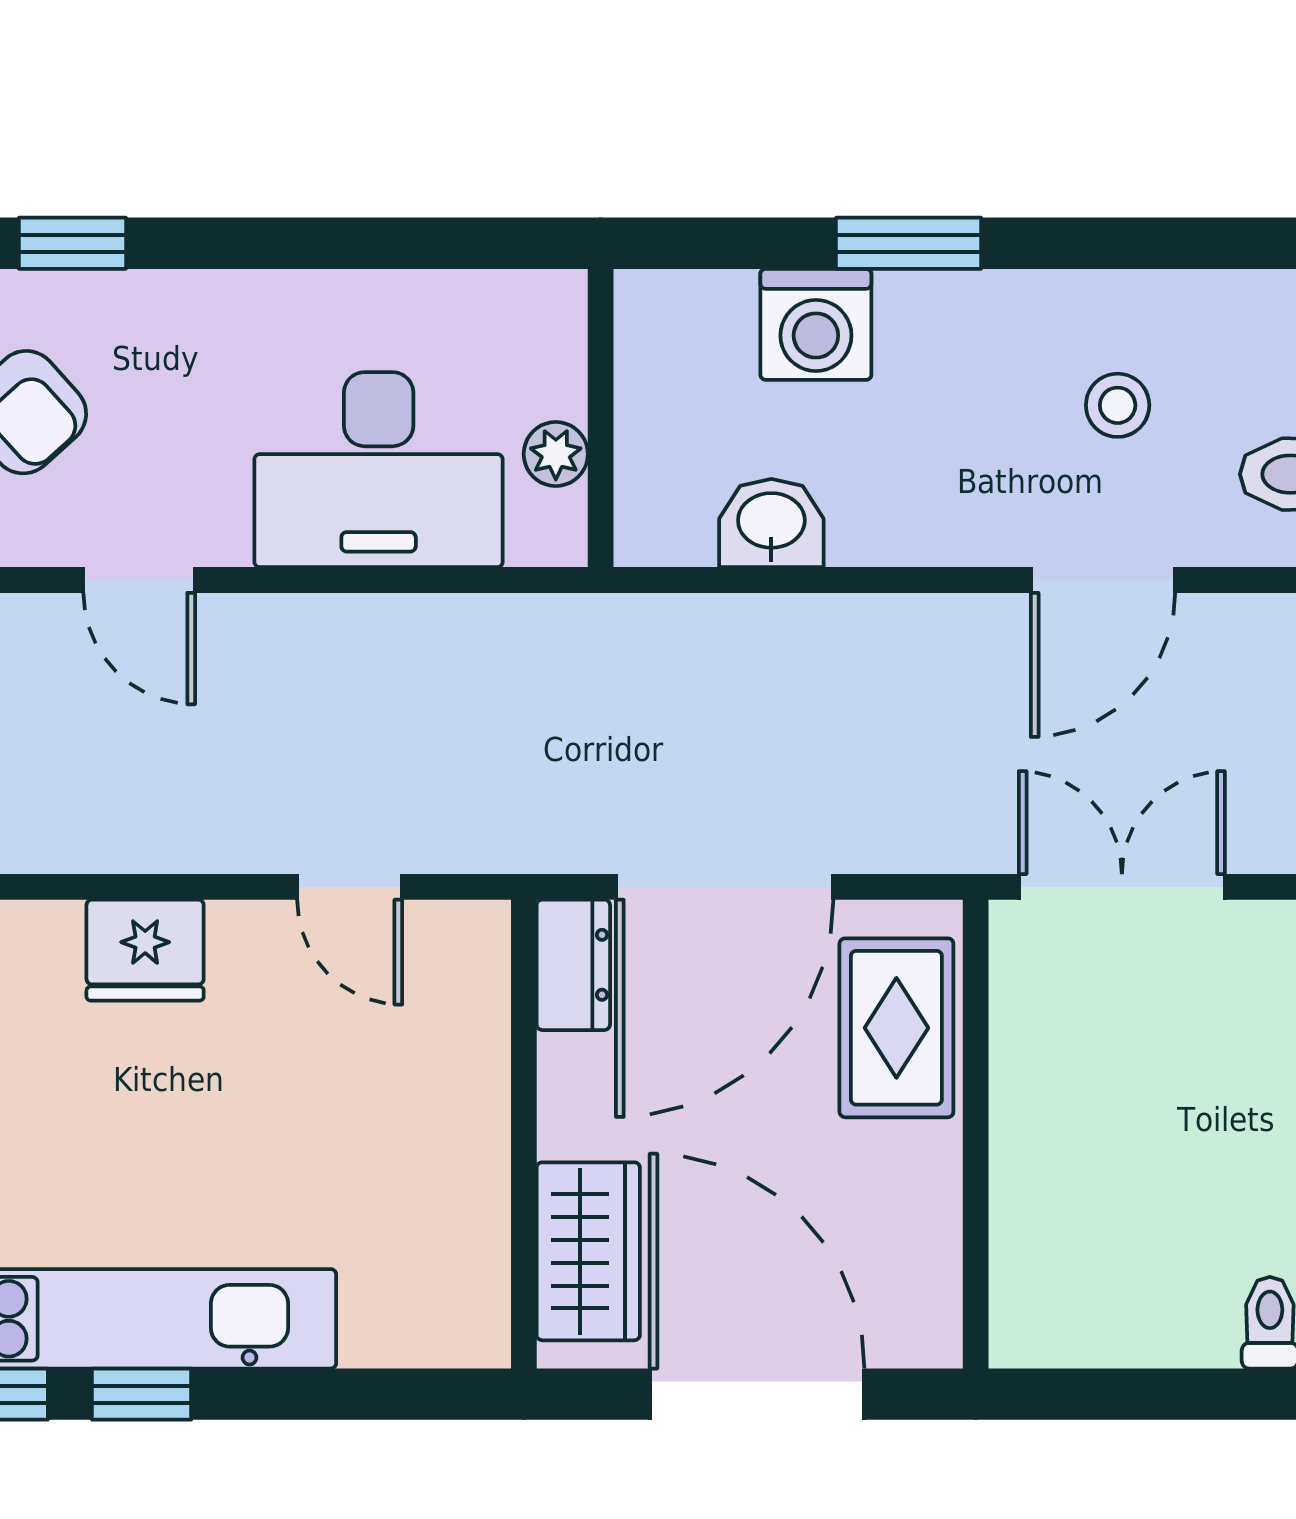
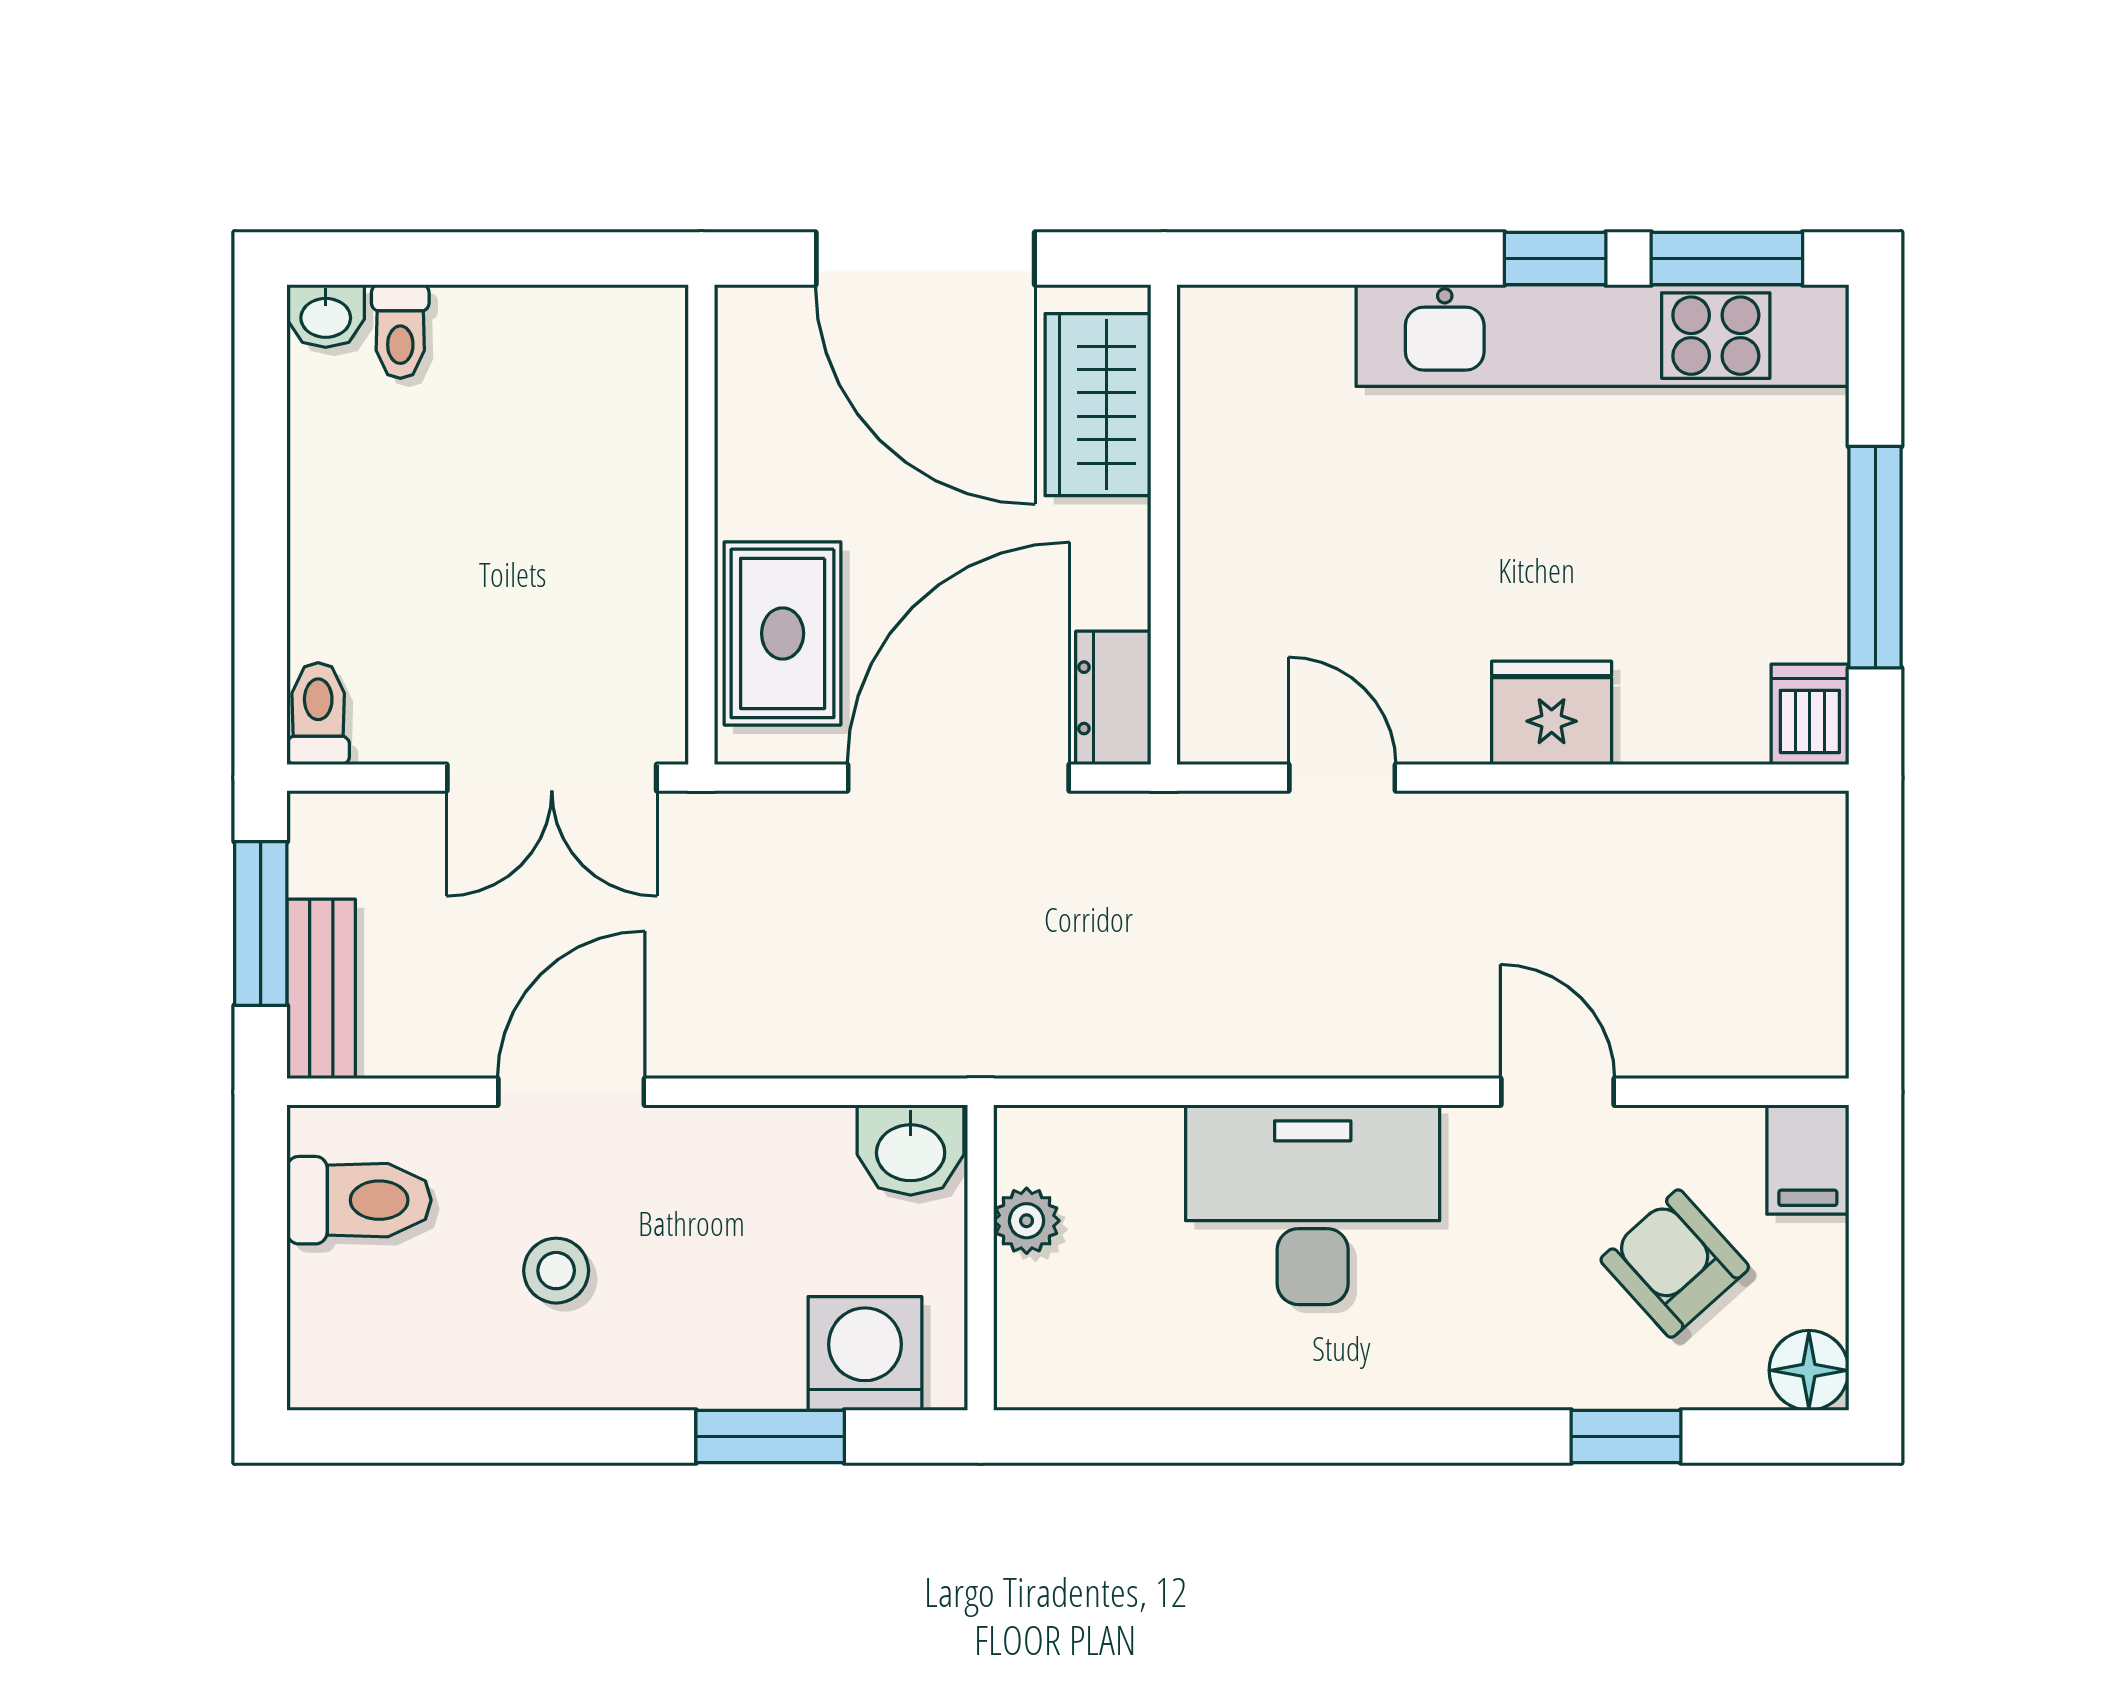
wall: (601, 418) -> (981, 1258), moved
plant: (556, 454) -> (1027, 1221), moved

